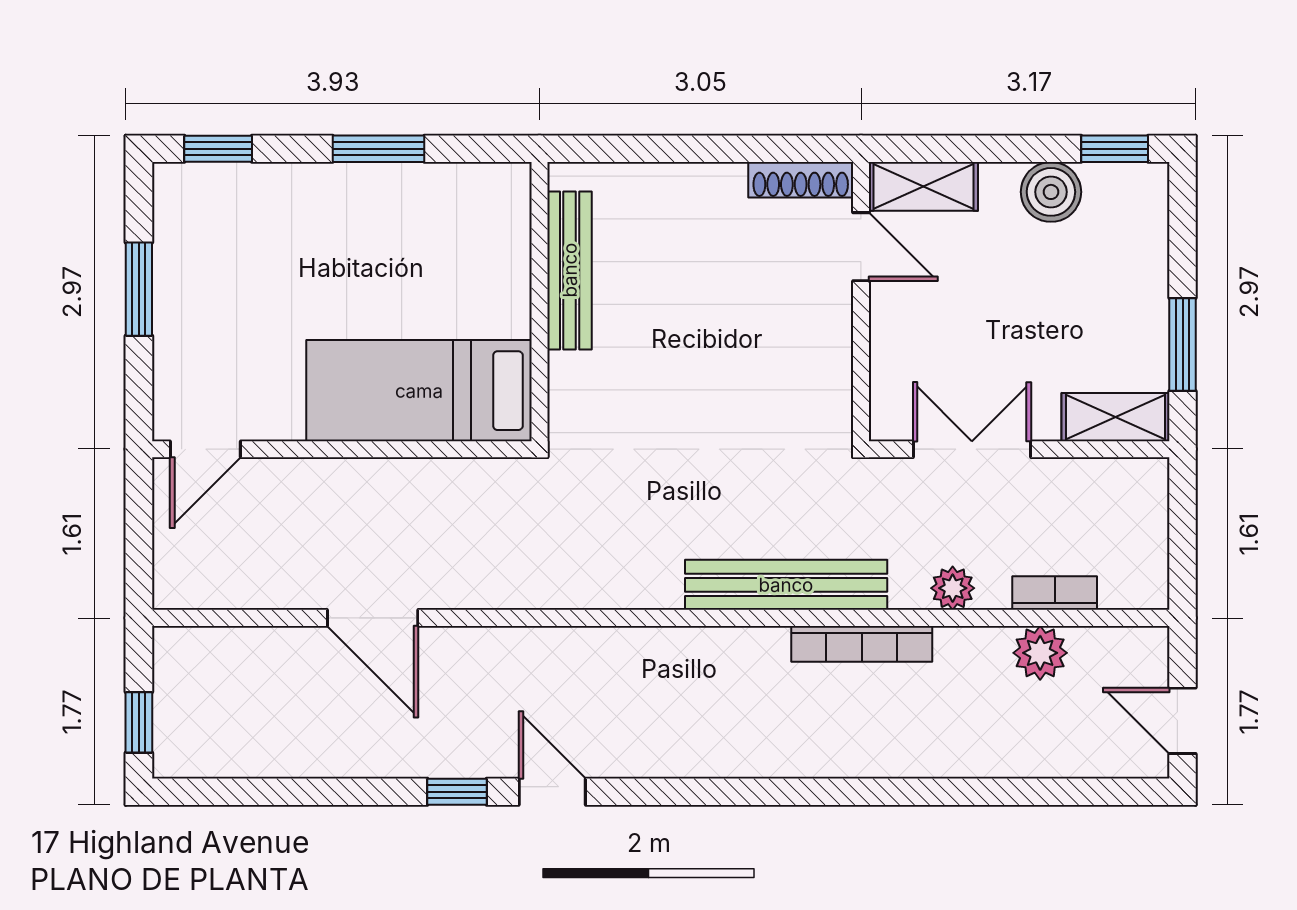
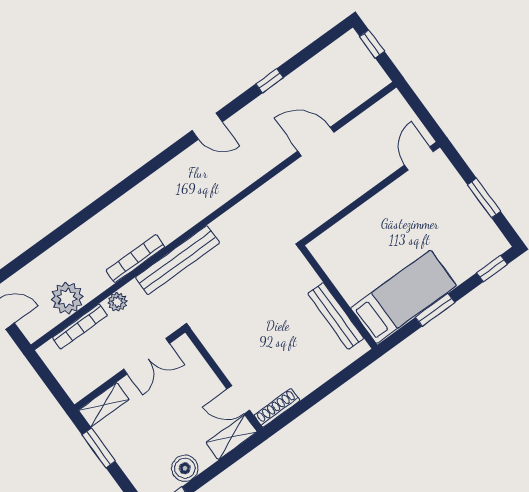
bed: (419, 391) -> (403, 297), moved
bookcase: (1055, 593) -> (80, 327), width x1.56
plant: (1040, 653) -> (67, 298), width x1.36, depth x1.36
window: (457, 792) -> (270, 81), moved

